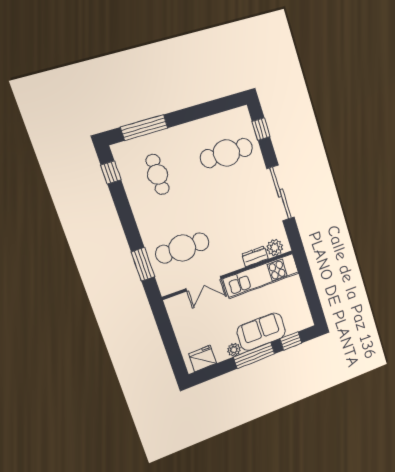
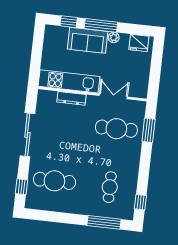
plant: (275, 248) -> (50, 97), removed
dresser: (255, 256) -> (71, 98), width x1.44

